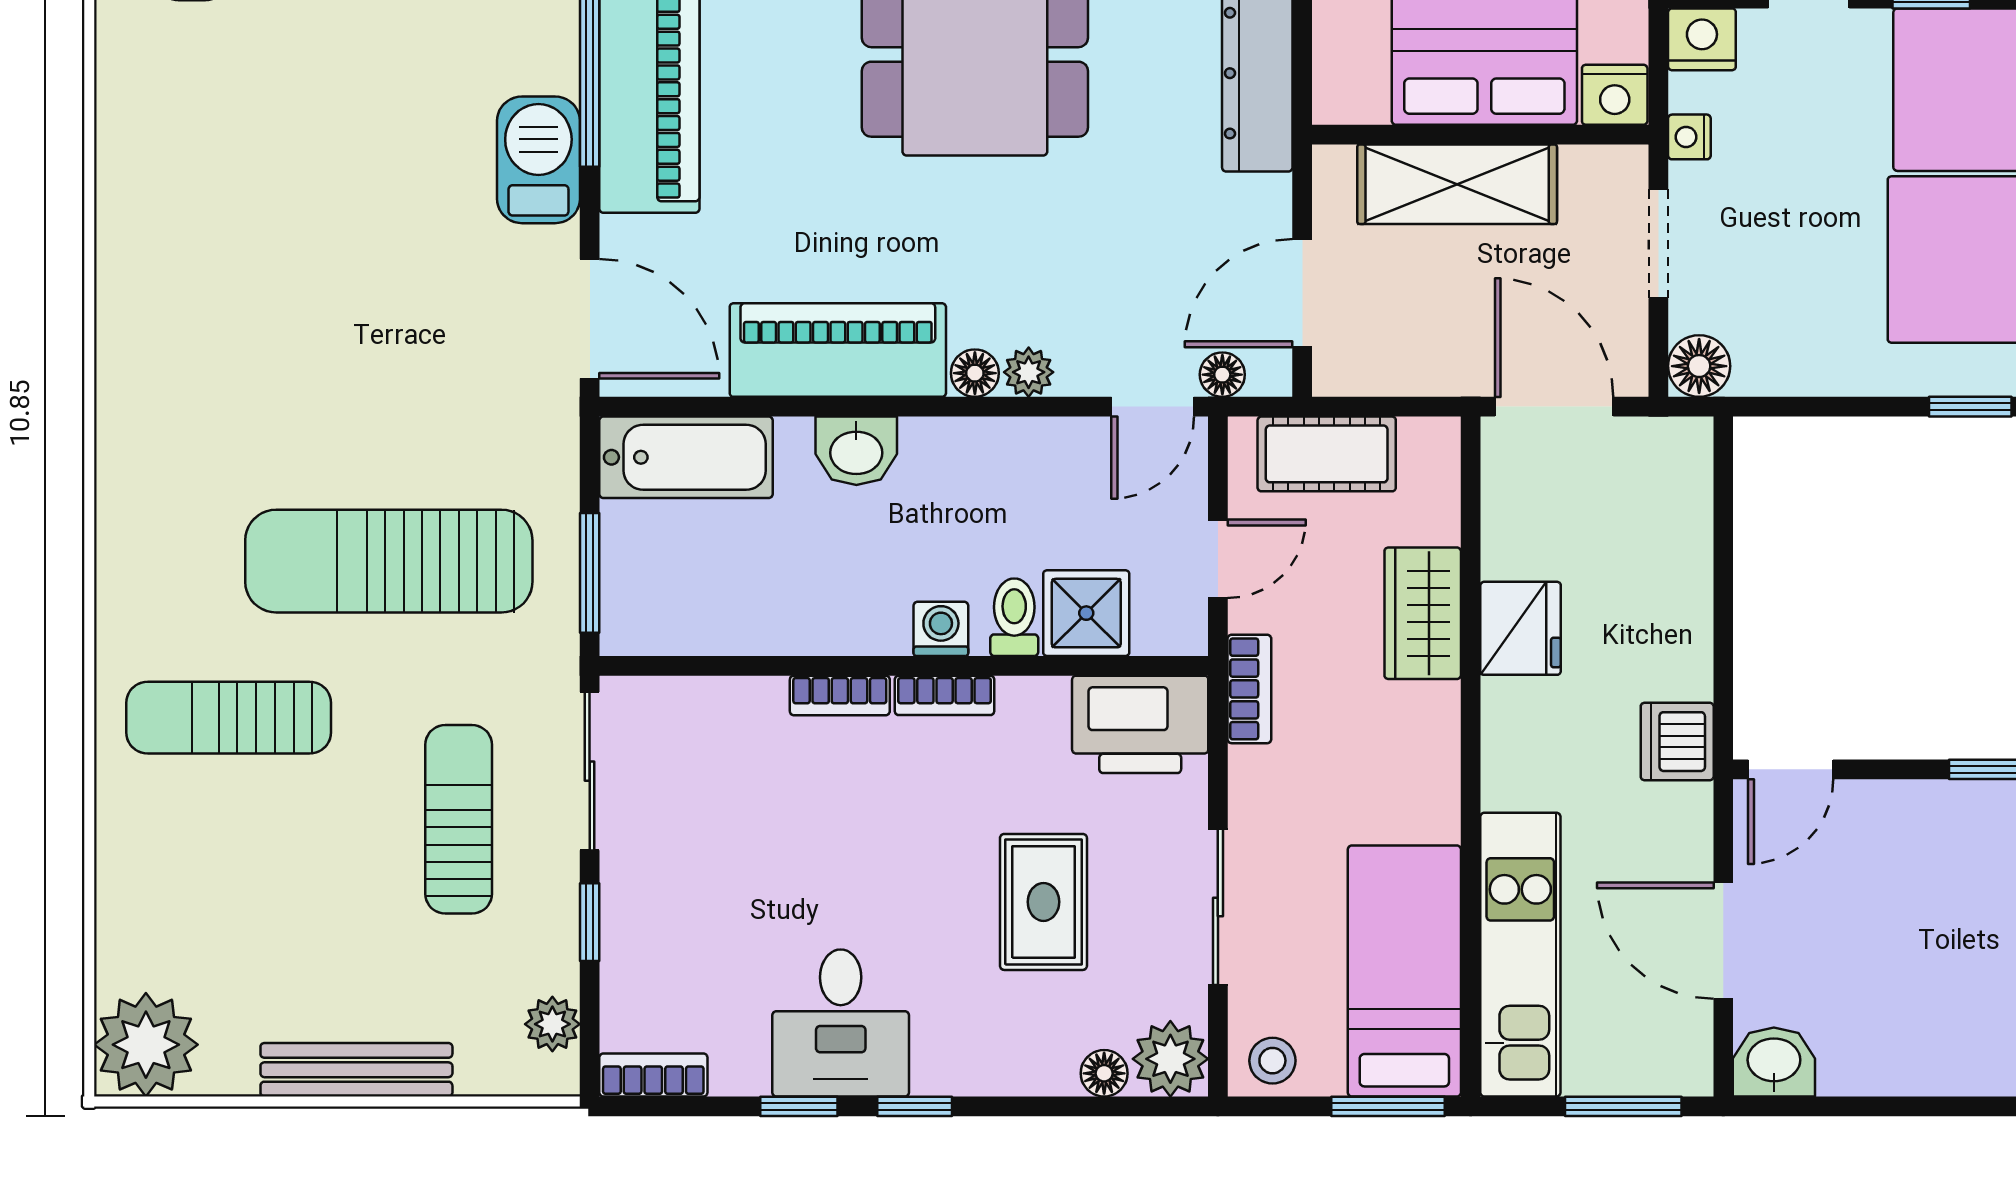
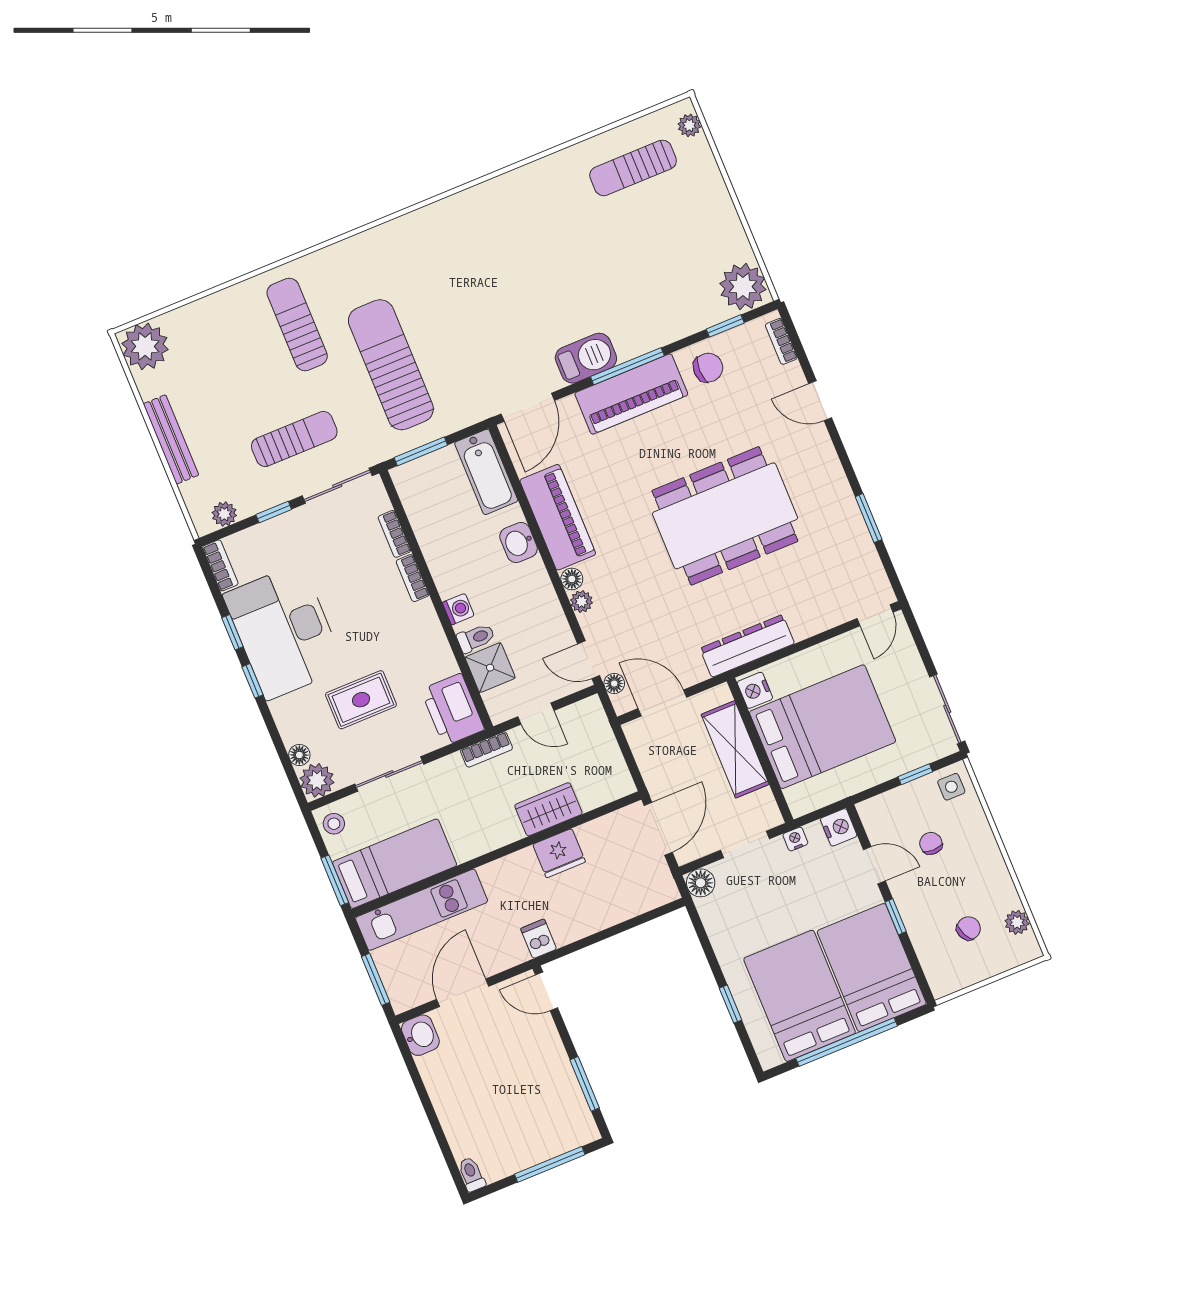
nightstand: (1615, 95) -> (755, 690), moved
cot: (1327, 454) -> (599, 741), removed
bookcase: (945, 695) -> (394, 534), moved
dishwasher: (1677, 742) -> (539, 939), width x0.73
desk: (841, 1023) -> (284, 631), width x1.87, depth x1.30

